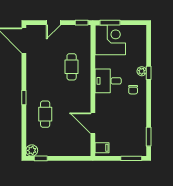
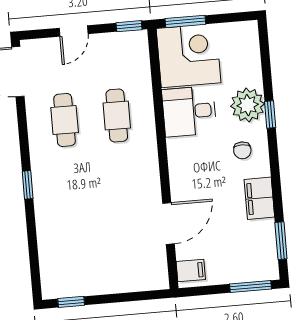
plant: (142, 71) -> (248, 105), width x1.87, depth x1.87
desk: (108, 81) -> (189, 111), moved
cafe table: (45, 114) -> (65, 120), moved
filing cabinet: (140, 114) -> (259, 198), added
door: (93, 123) -> (169, 224), swing flipped
plant: (32, 150) -> (52, 288), removed

